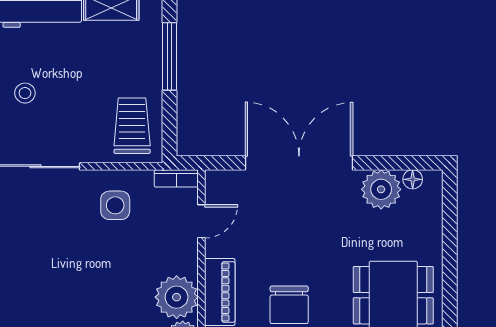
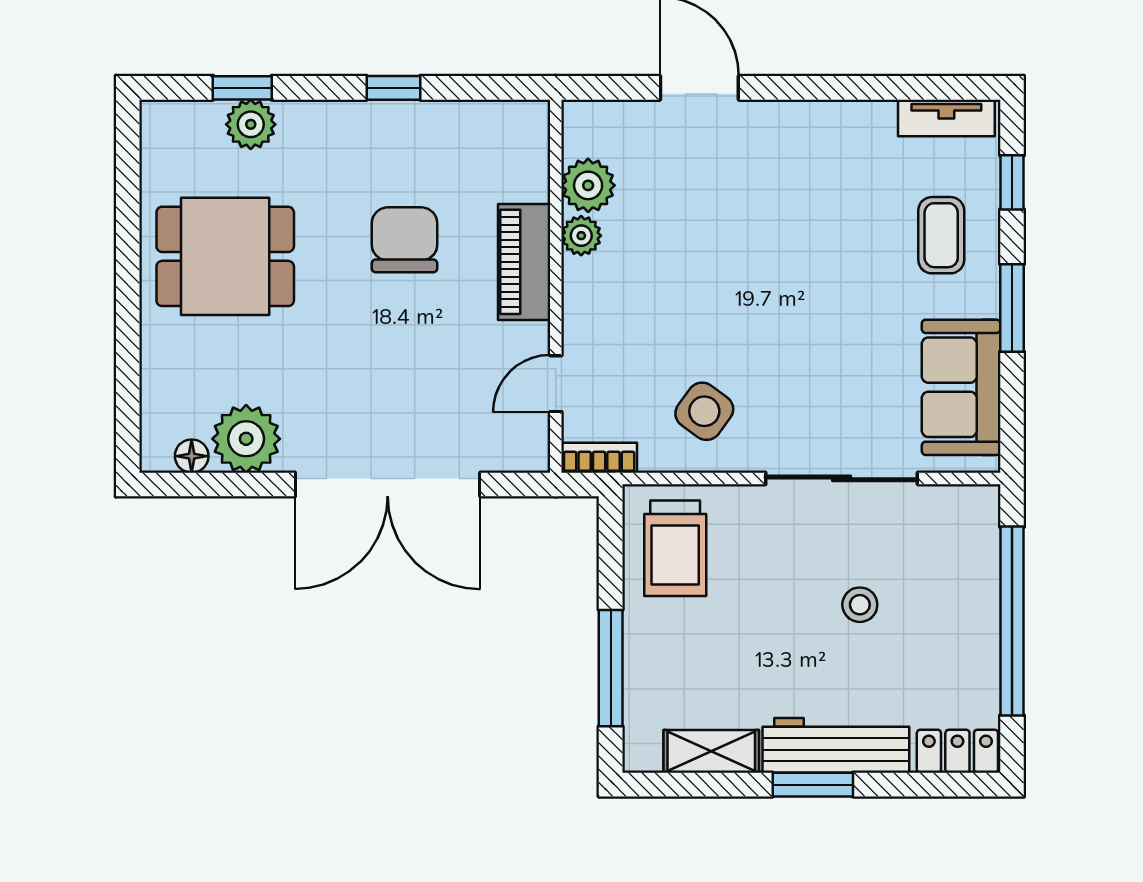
side table: (115, 205) -> (704, 411), turned 36
plant: (177, 297) -> (581, 236), width x0.53, depth x0.53

